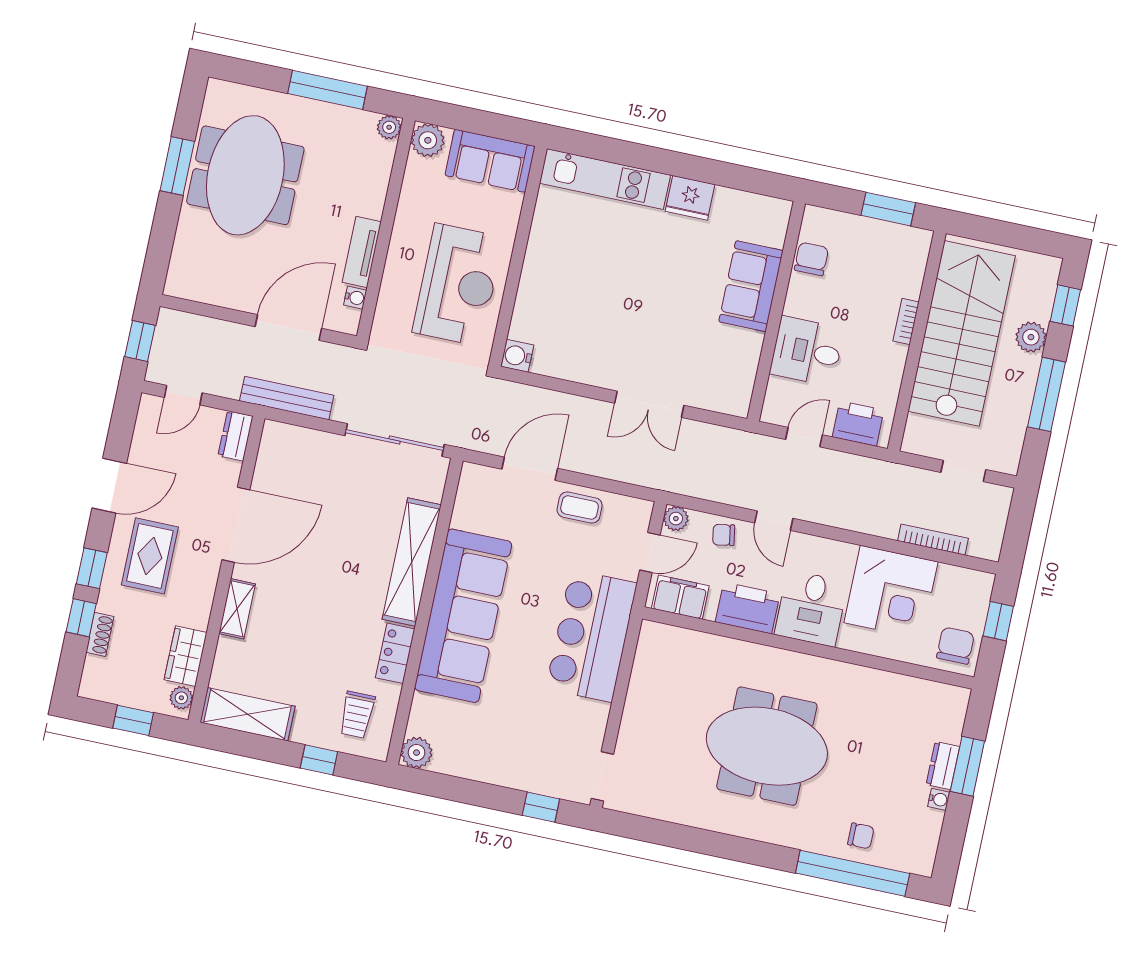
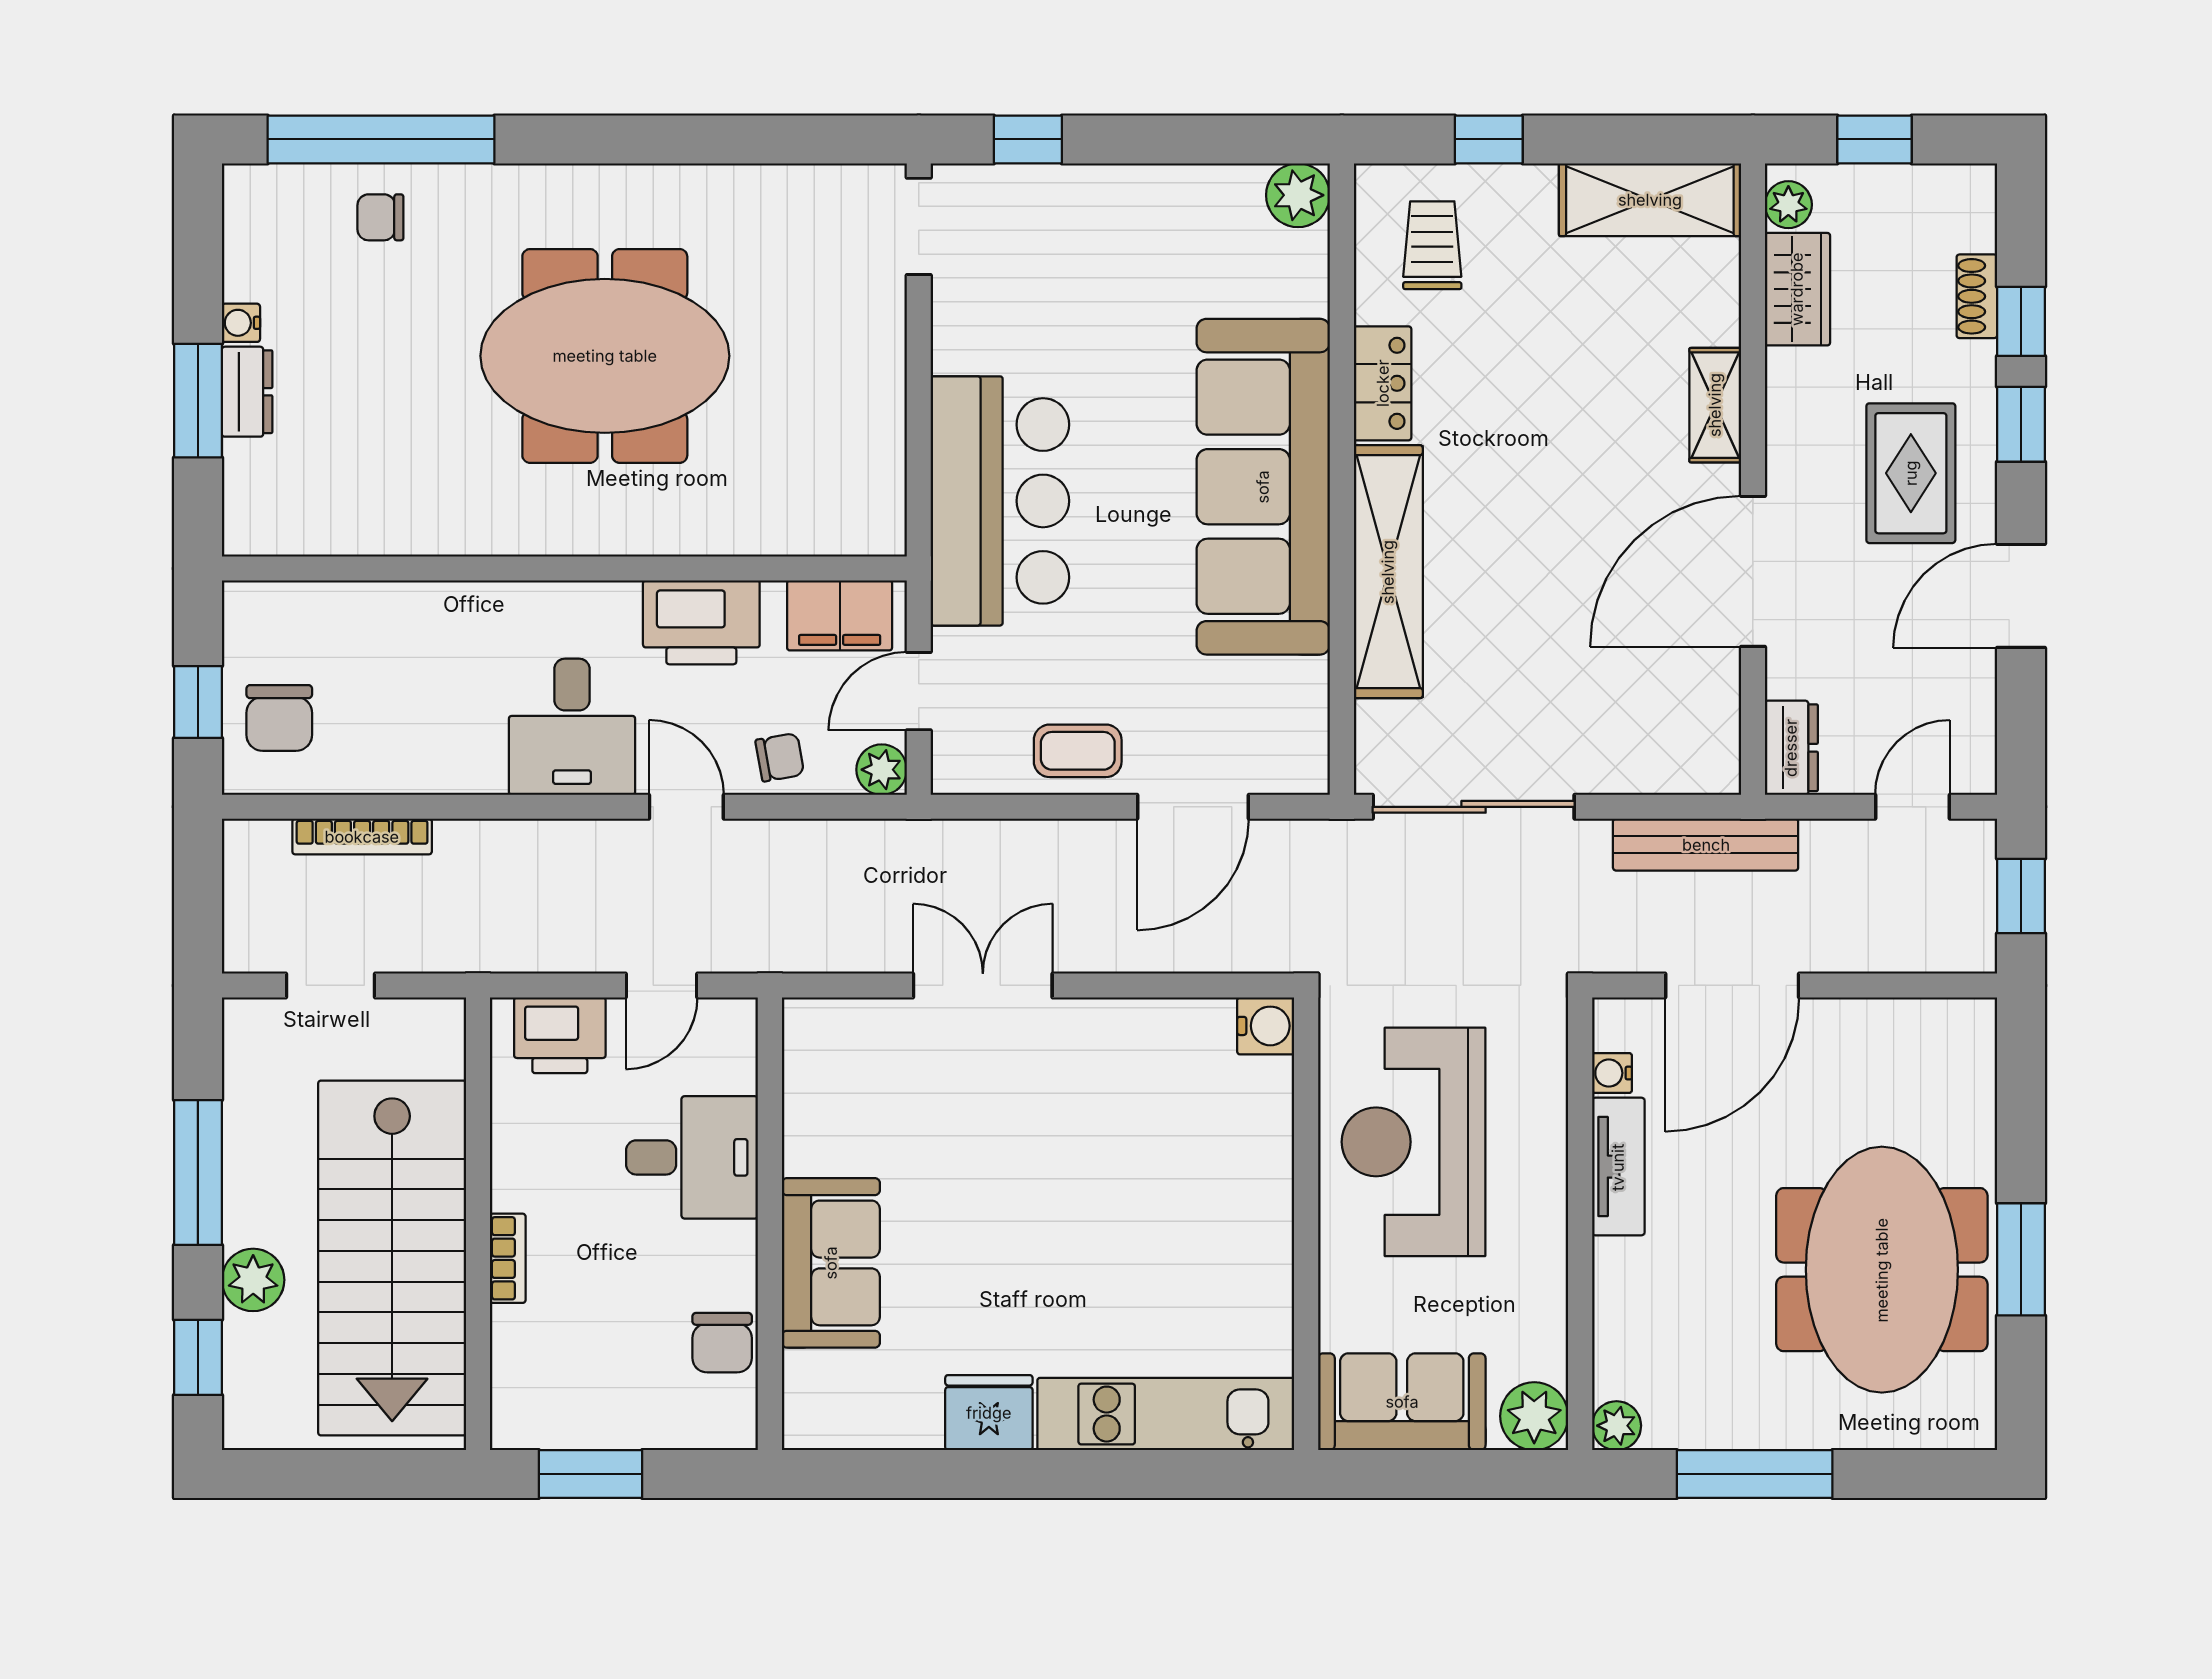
corner desk: (891, 592) -> (423, 714), removed
desk: (811, 608) -> (572, 727), moved, turned 180
chair: (955, 646) -> (279, 718), moved

